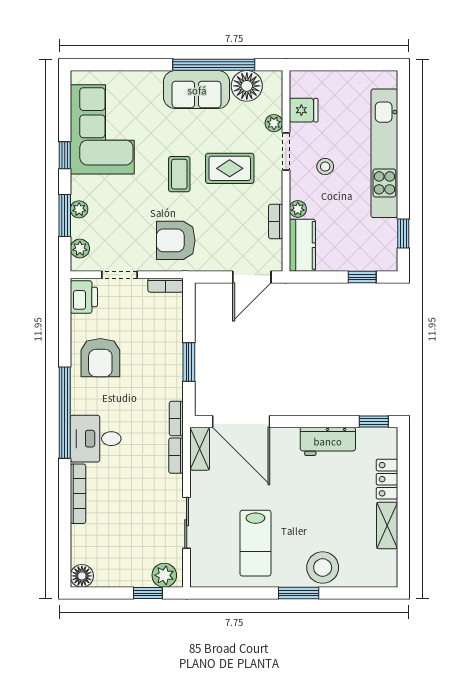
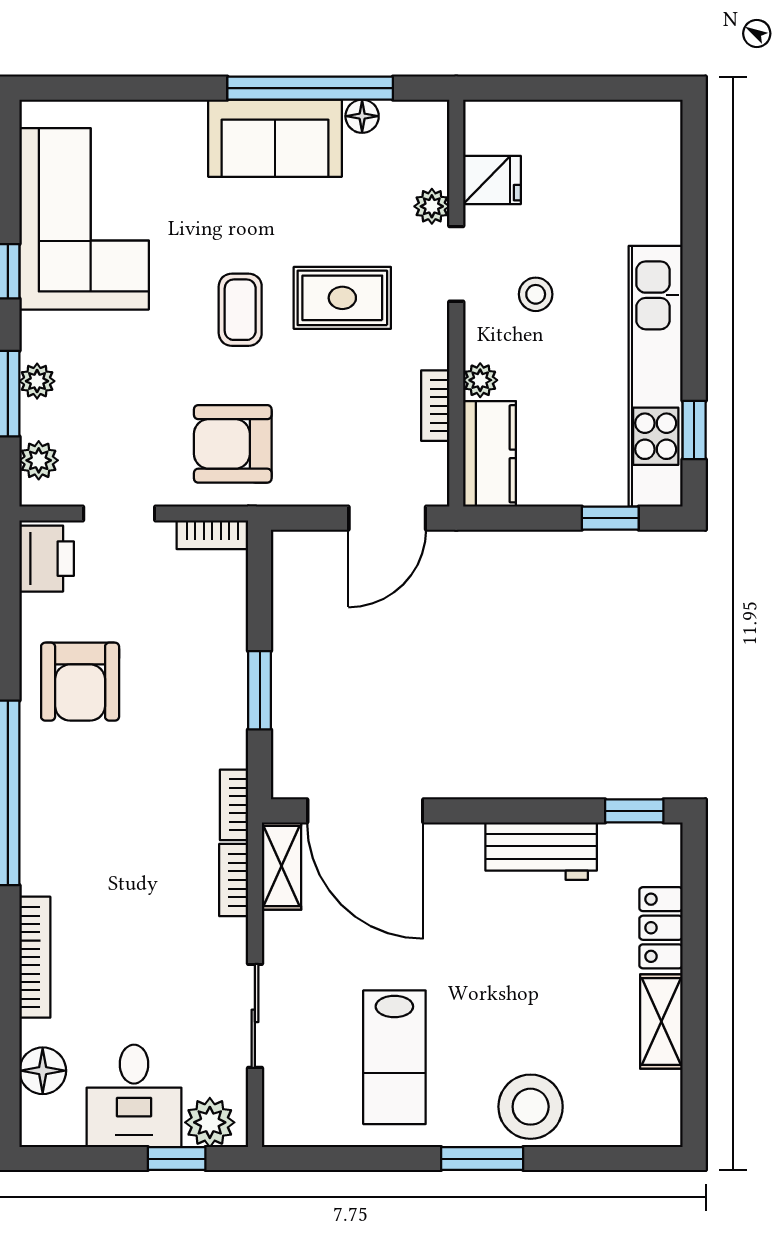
floor lamp: (247, 86) -> (362, 116), width x0.53, depth x0.53
kitchen unit: (384, 153) -> (656, 376), moved
desk: (96, 439) -> (134, 1096), moved, turned -90
floor lamp: (82, 576) -> (43, 1071), moved

